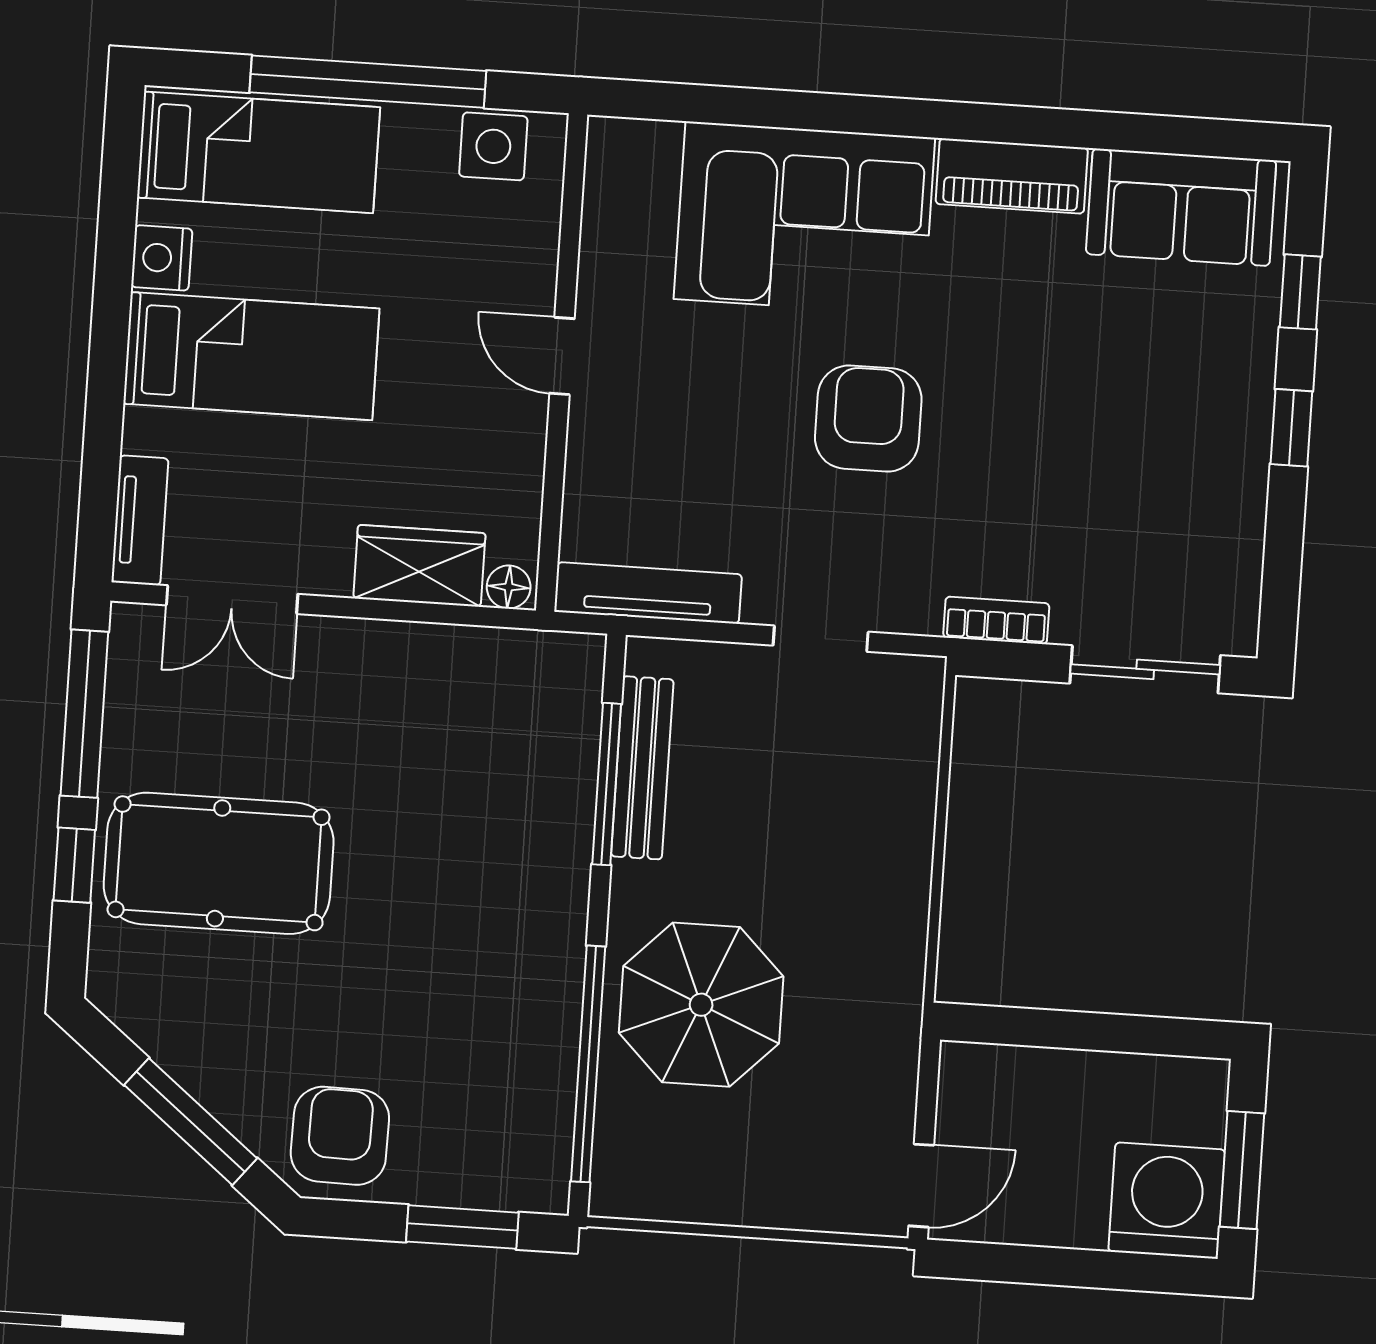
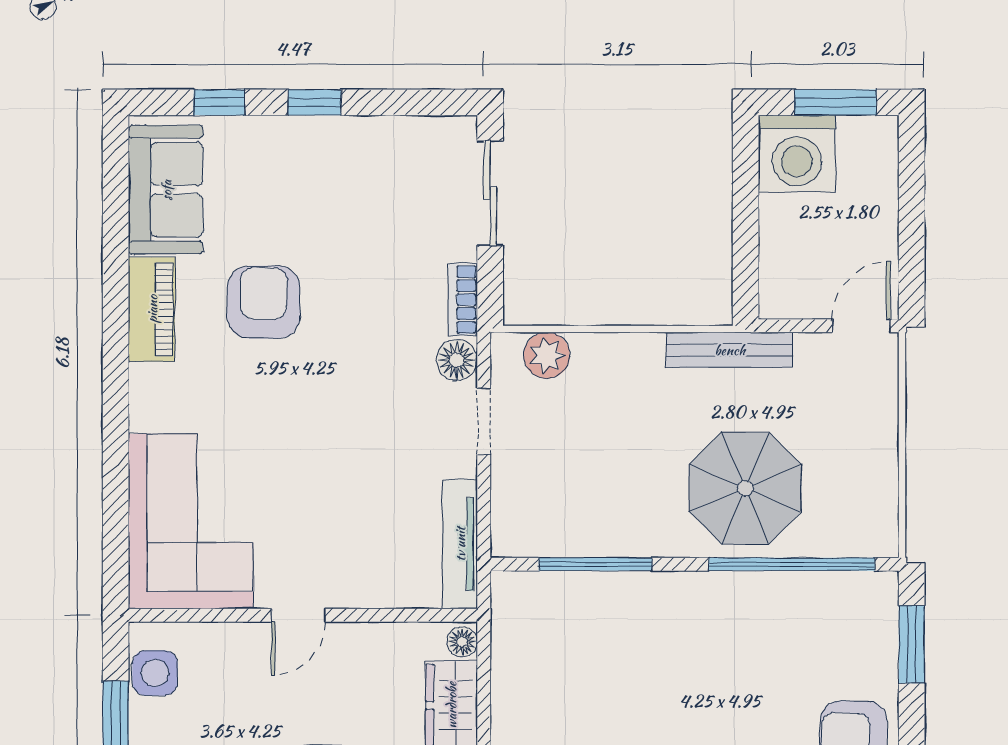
corner sofa: (804, 218) -> (191, 521), moved
armchair: (868, 419) -> (264, 302), moved, turned 90
floor lamp: (911, 606) -> (457, 360), added
plant: (909, 735) -> (547, 355), added
bench: (642, 768) -> (730, 350), moved
door: (921, 1186) -> (861, 326), hinge flipped
washing machine: (1167, 1201) -> (797, 154), moved, turned -90

